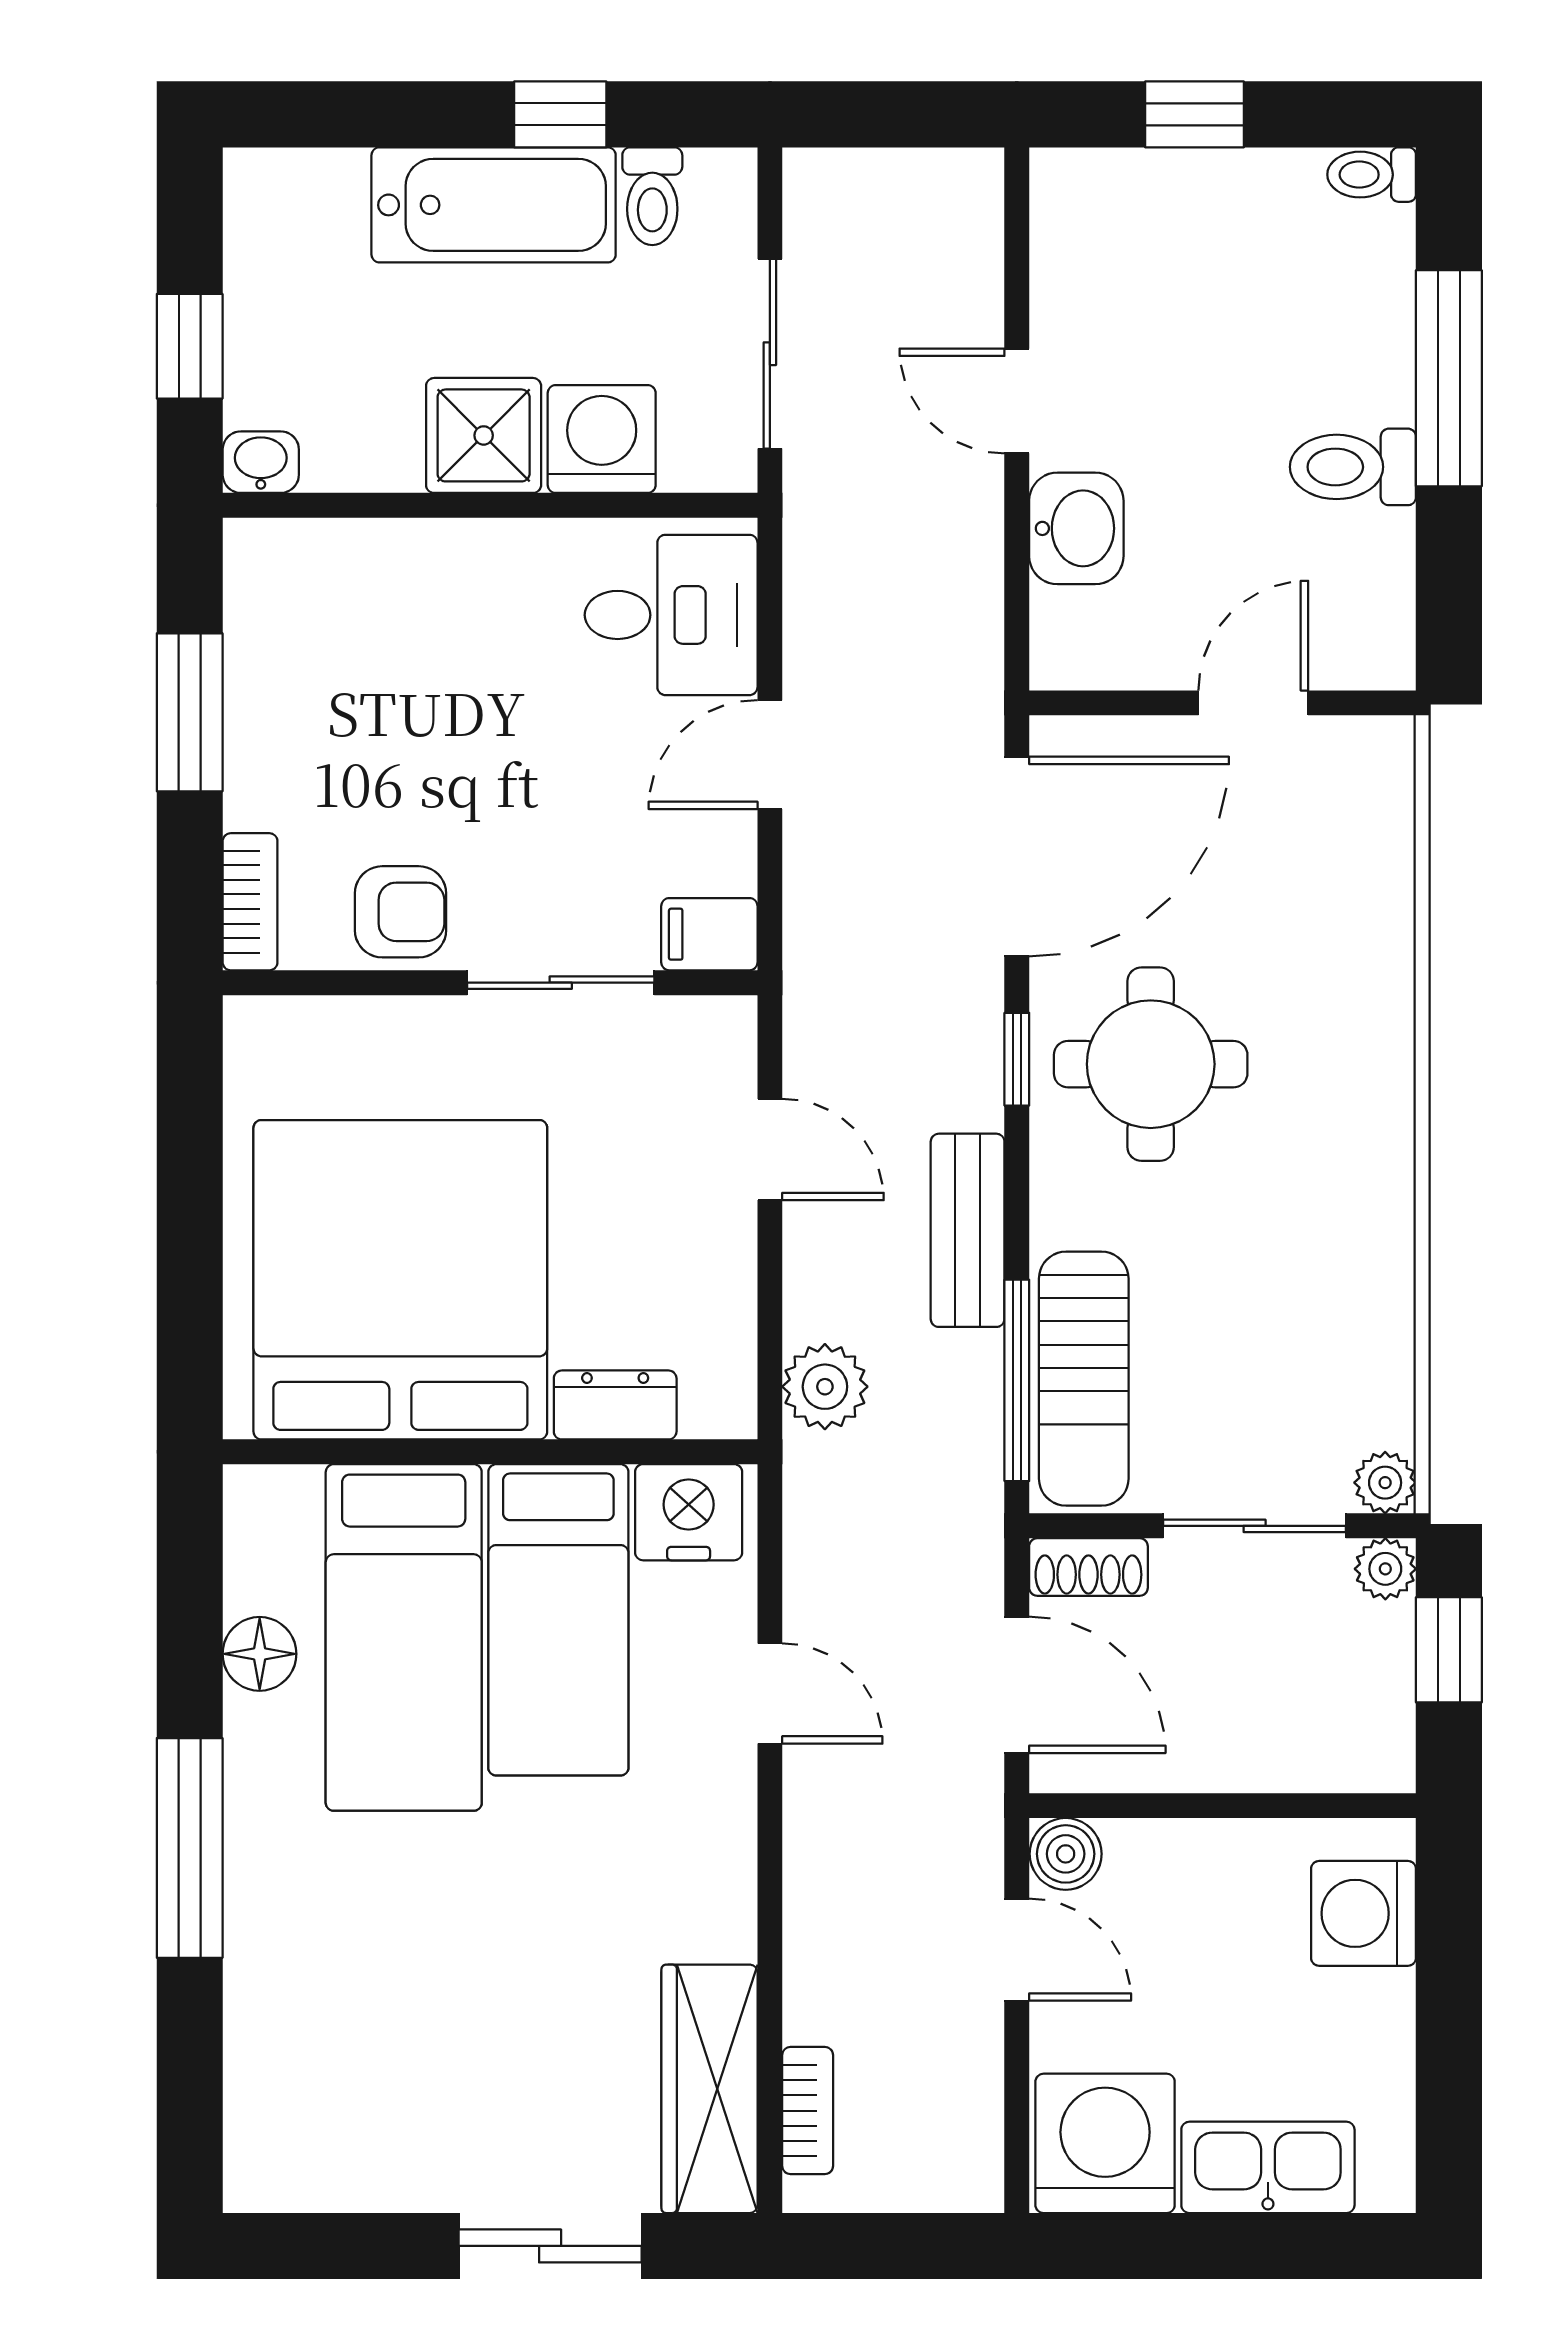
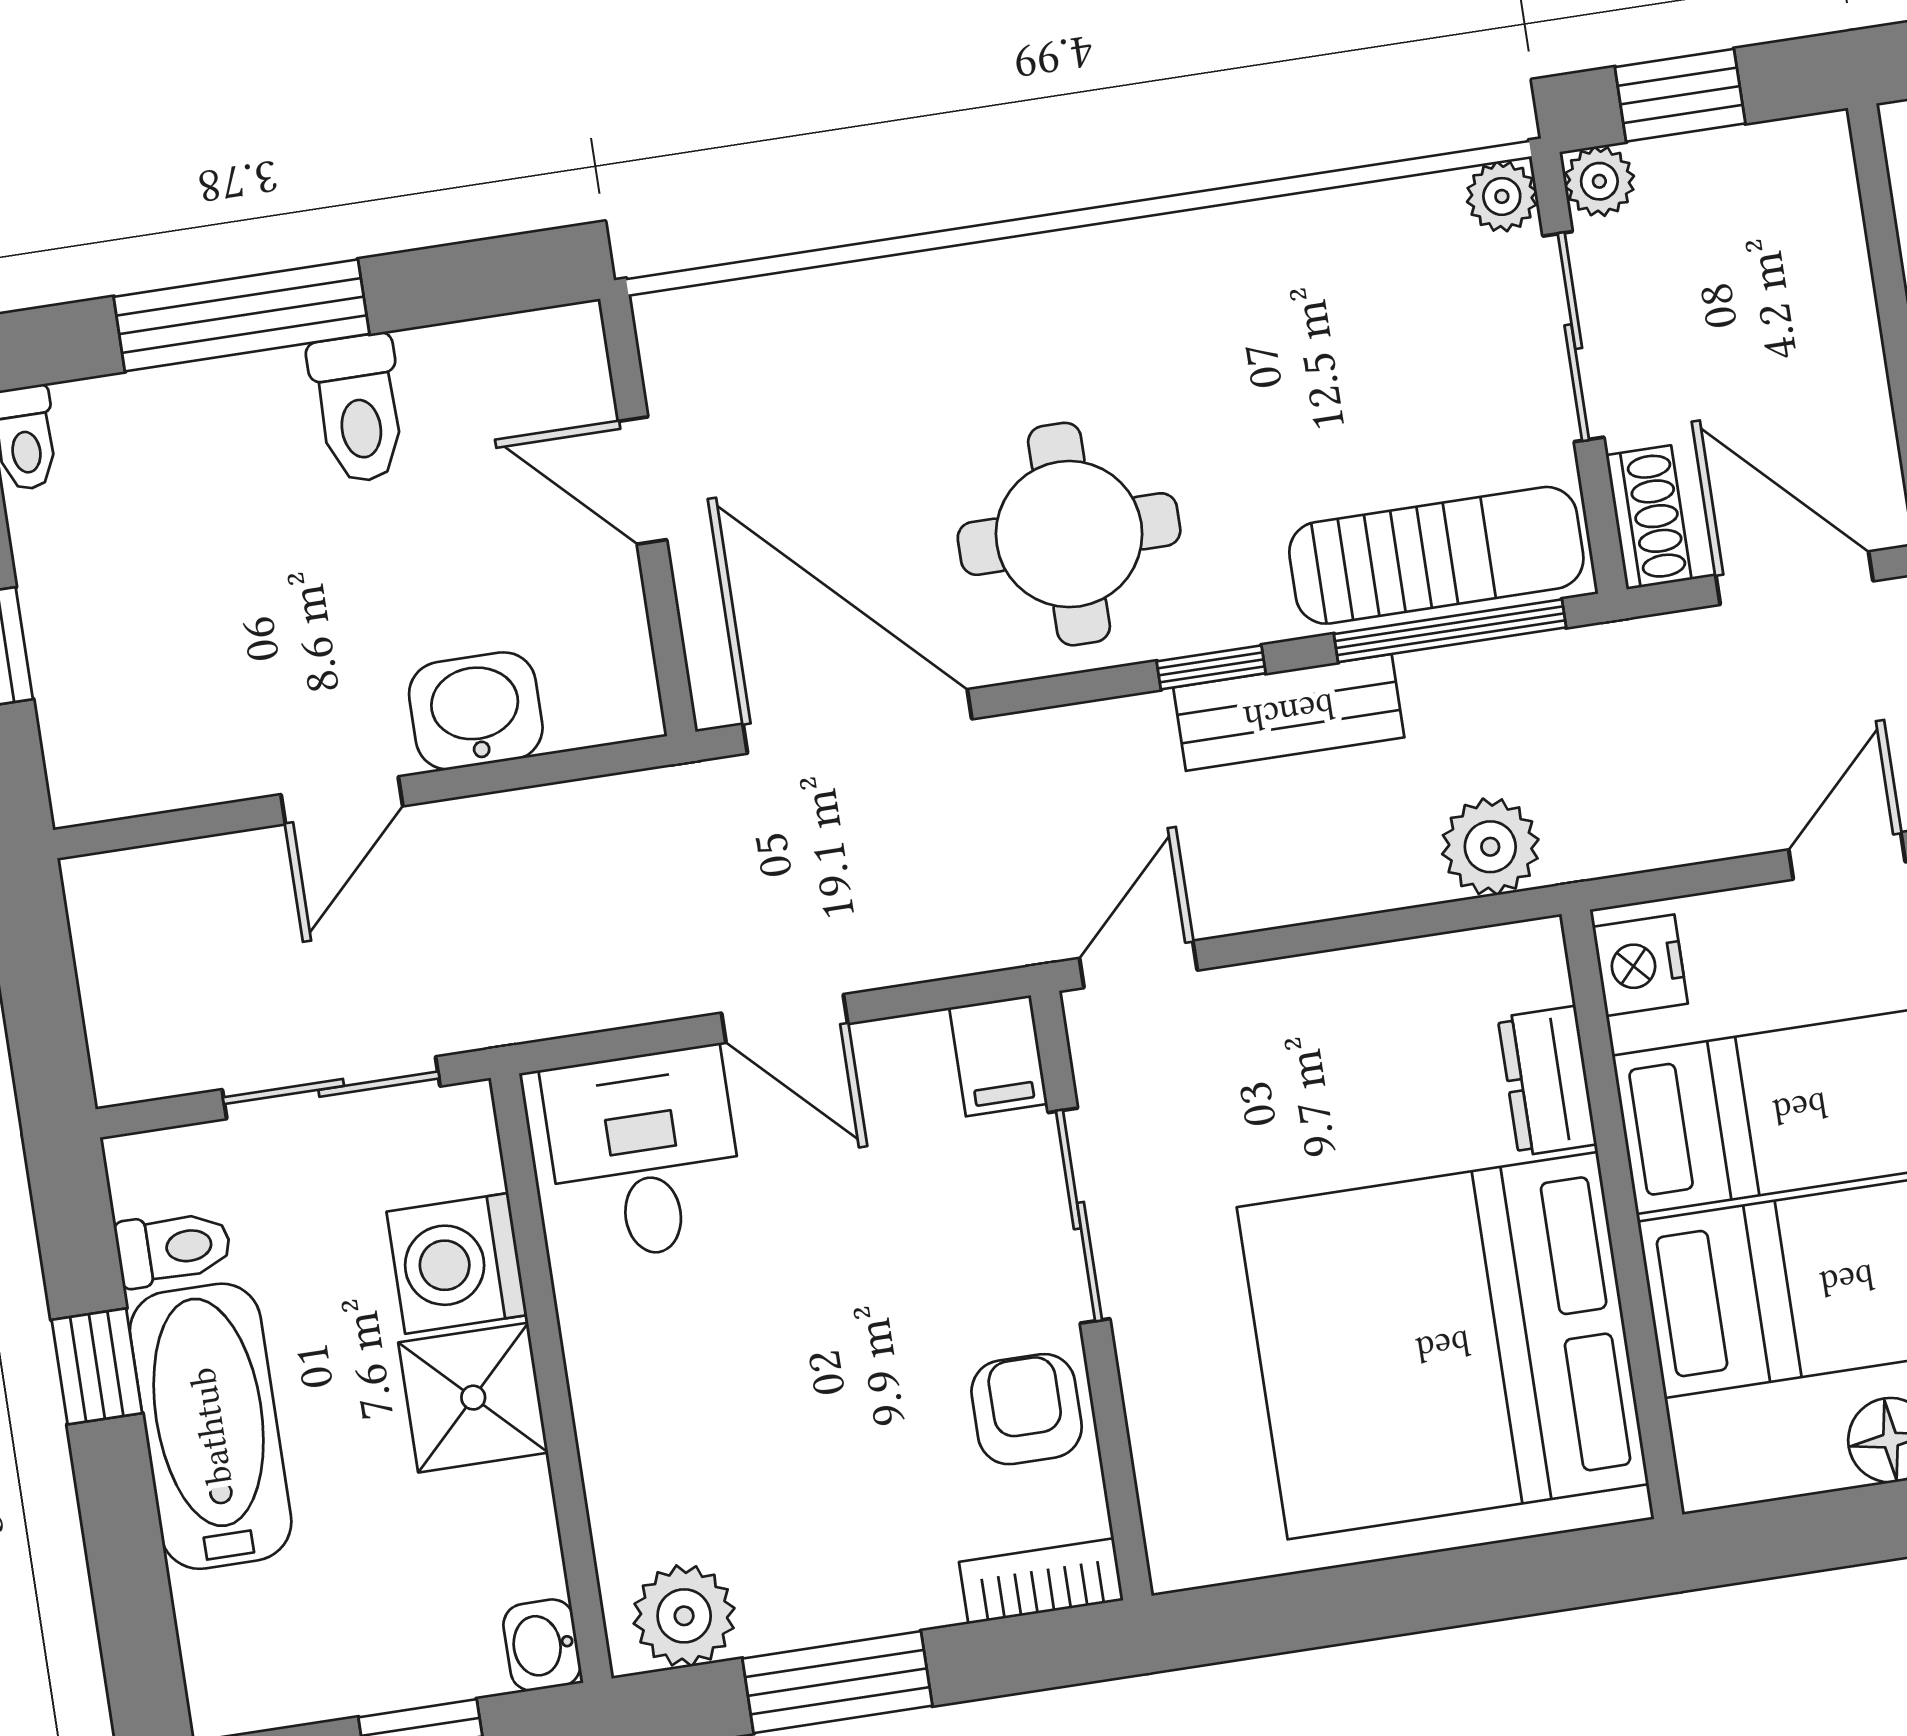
plant: (267, 589) -> (684, 1616), added
window: (1017, 1059) -> (1211, 667), moved
door: (770, 1150) -> (1138, 964), moved
nightstand: (689, 1512) -> (1640, 965), width x0.74, depth x0.75
door: (1017, 1685) -> (1794, 578), hinge flipped

